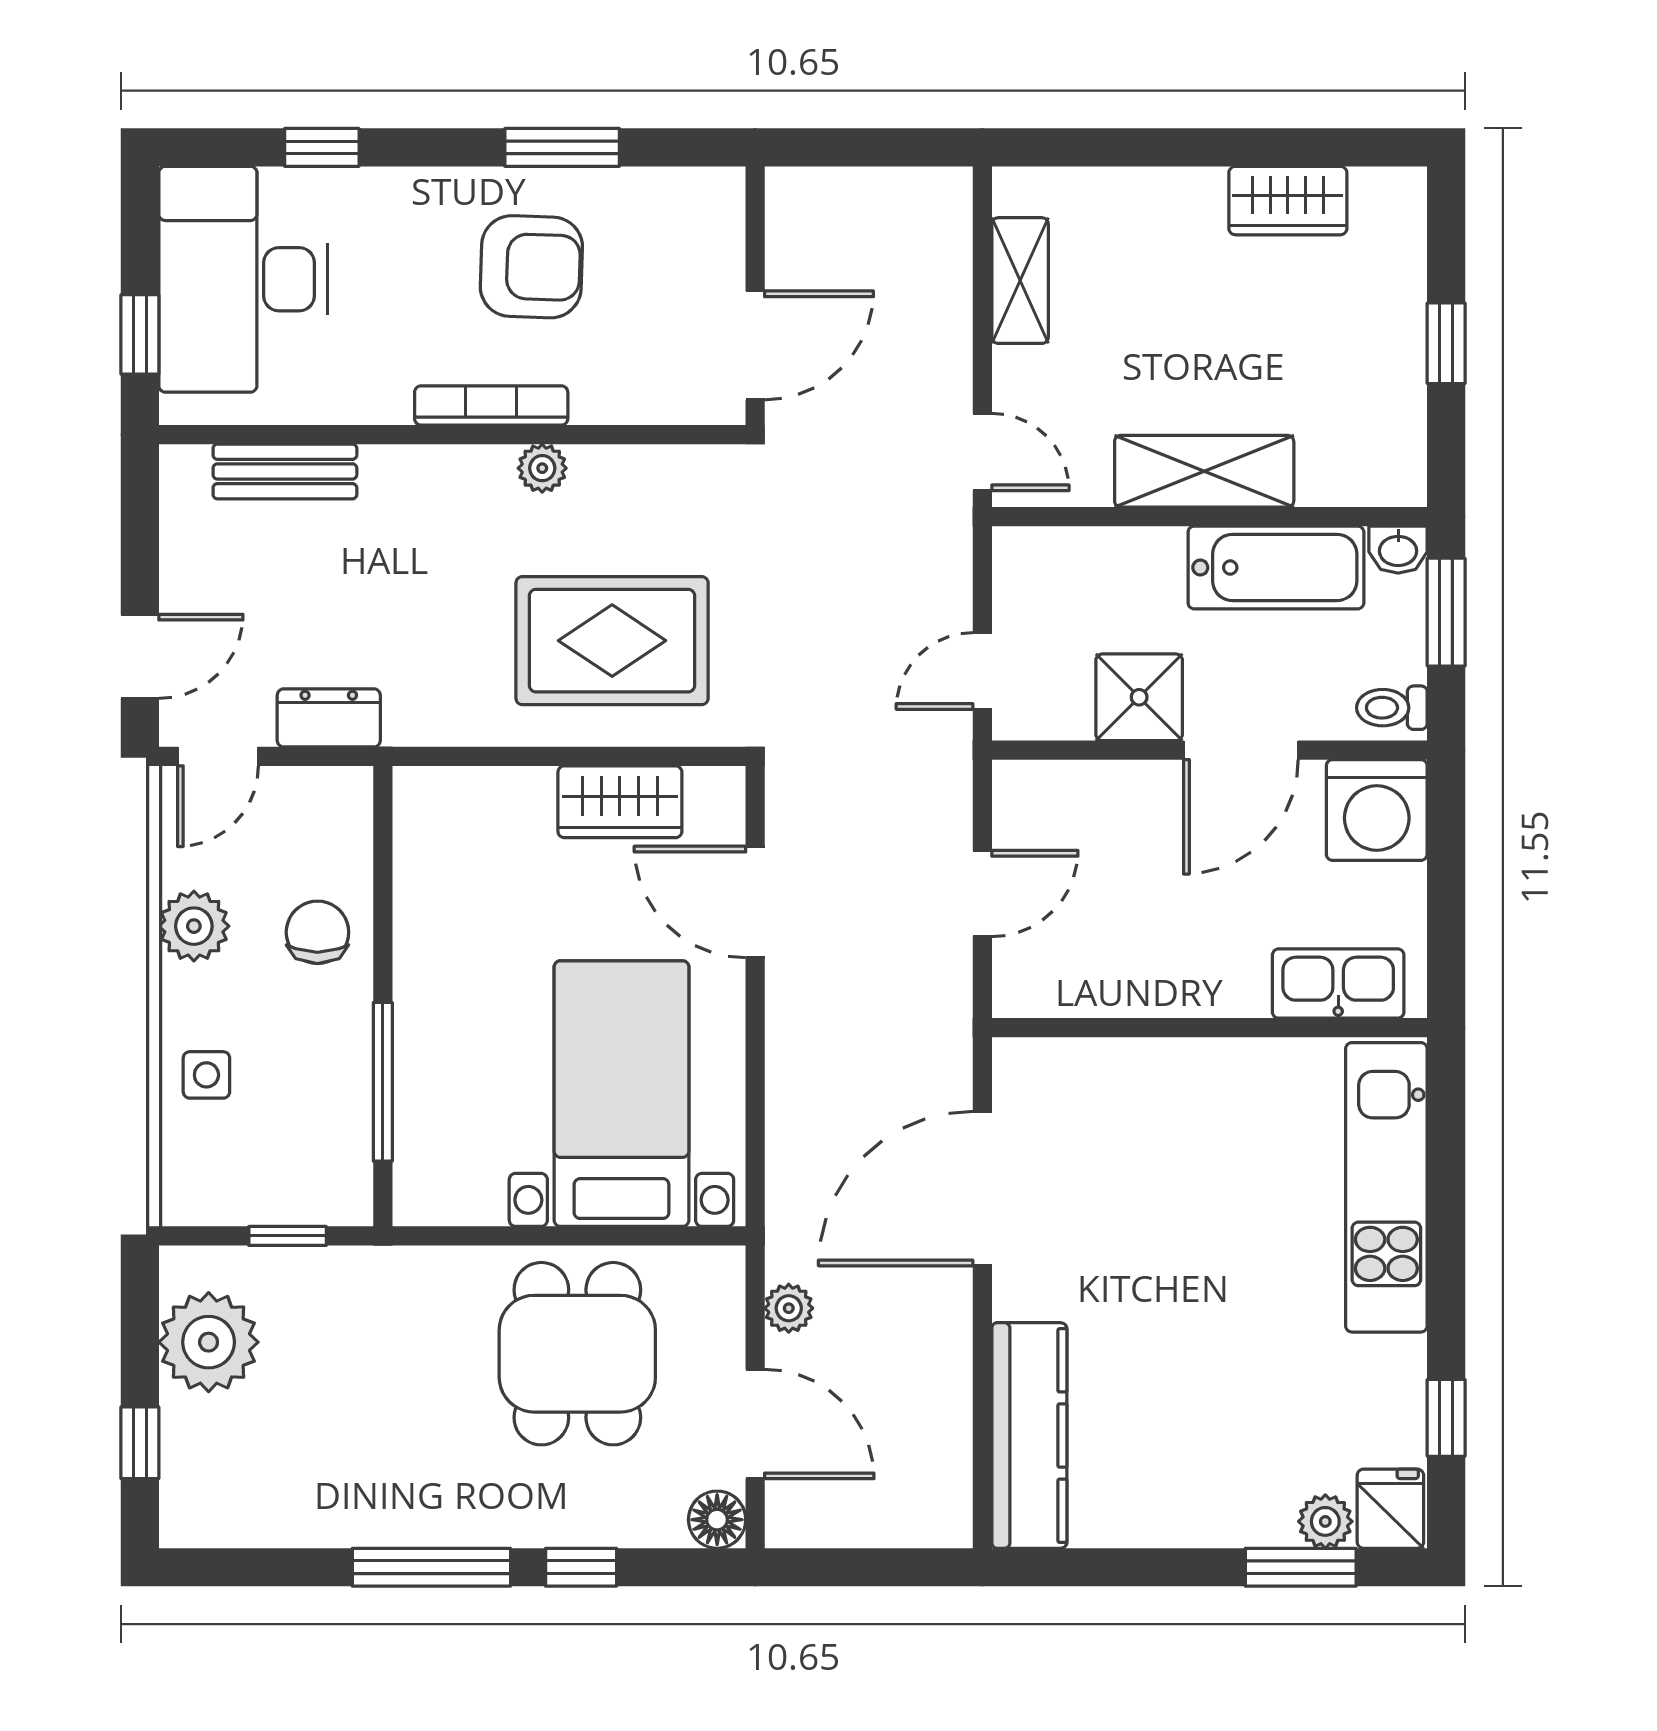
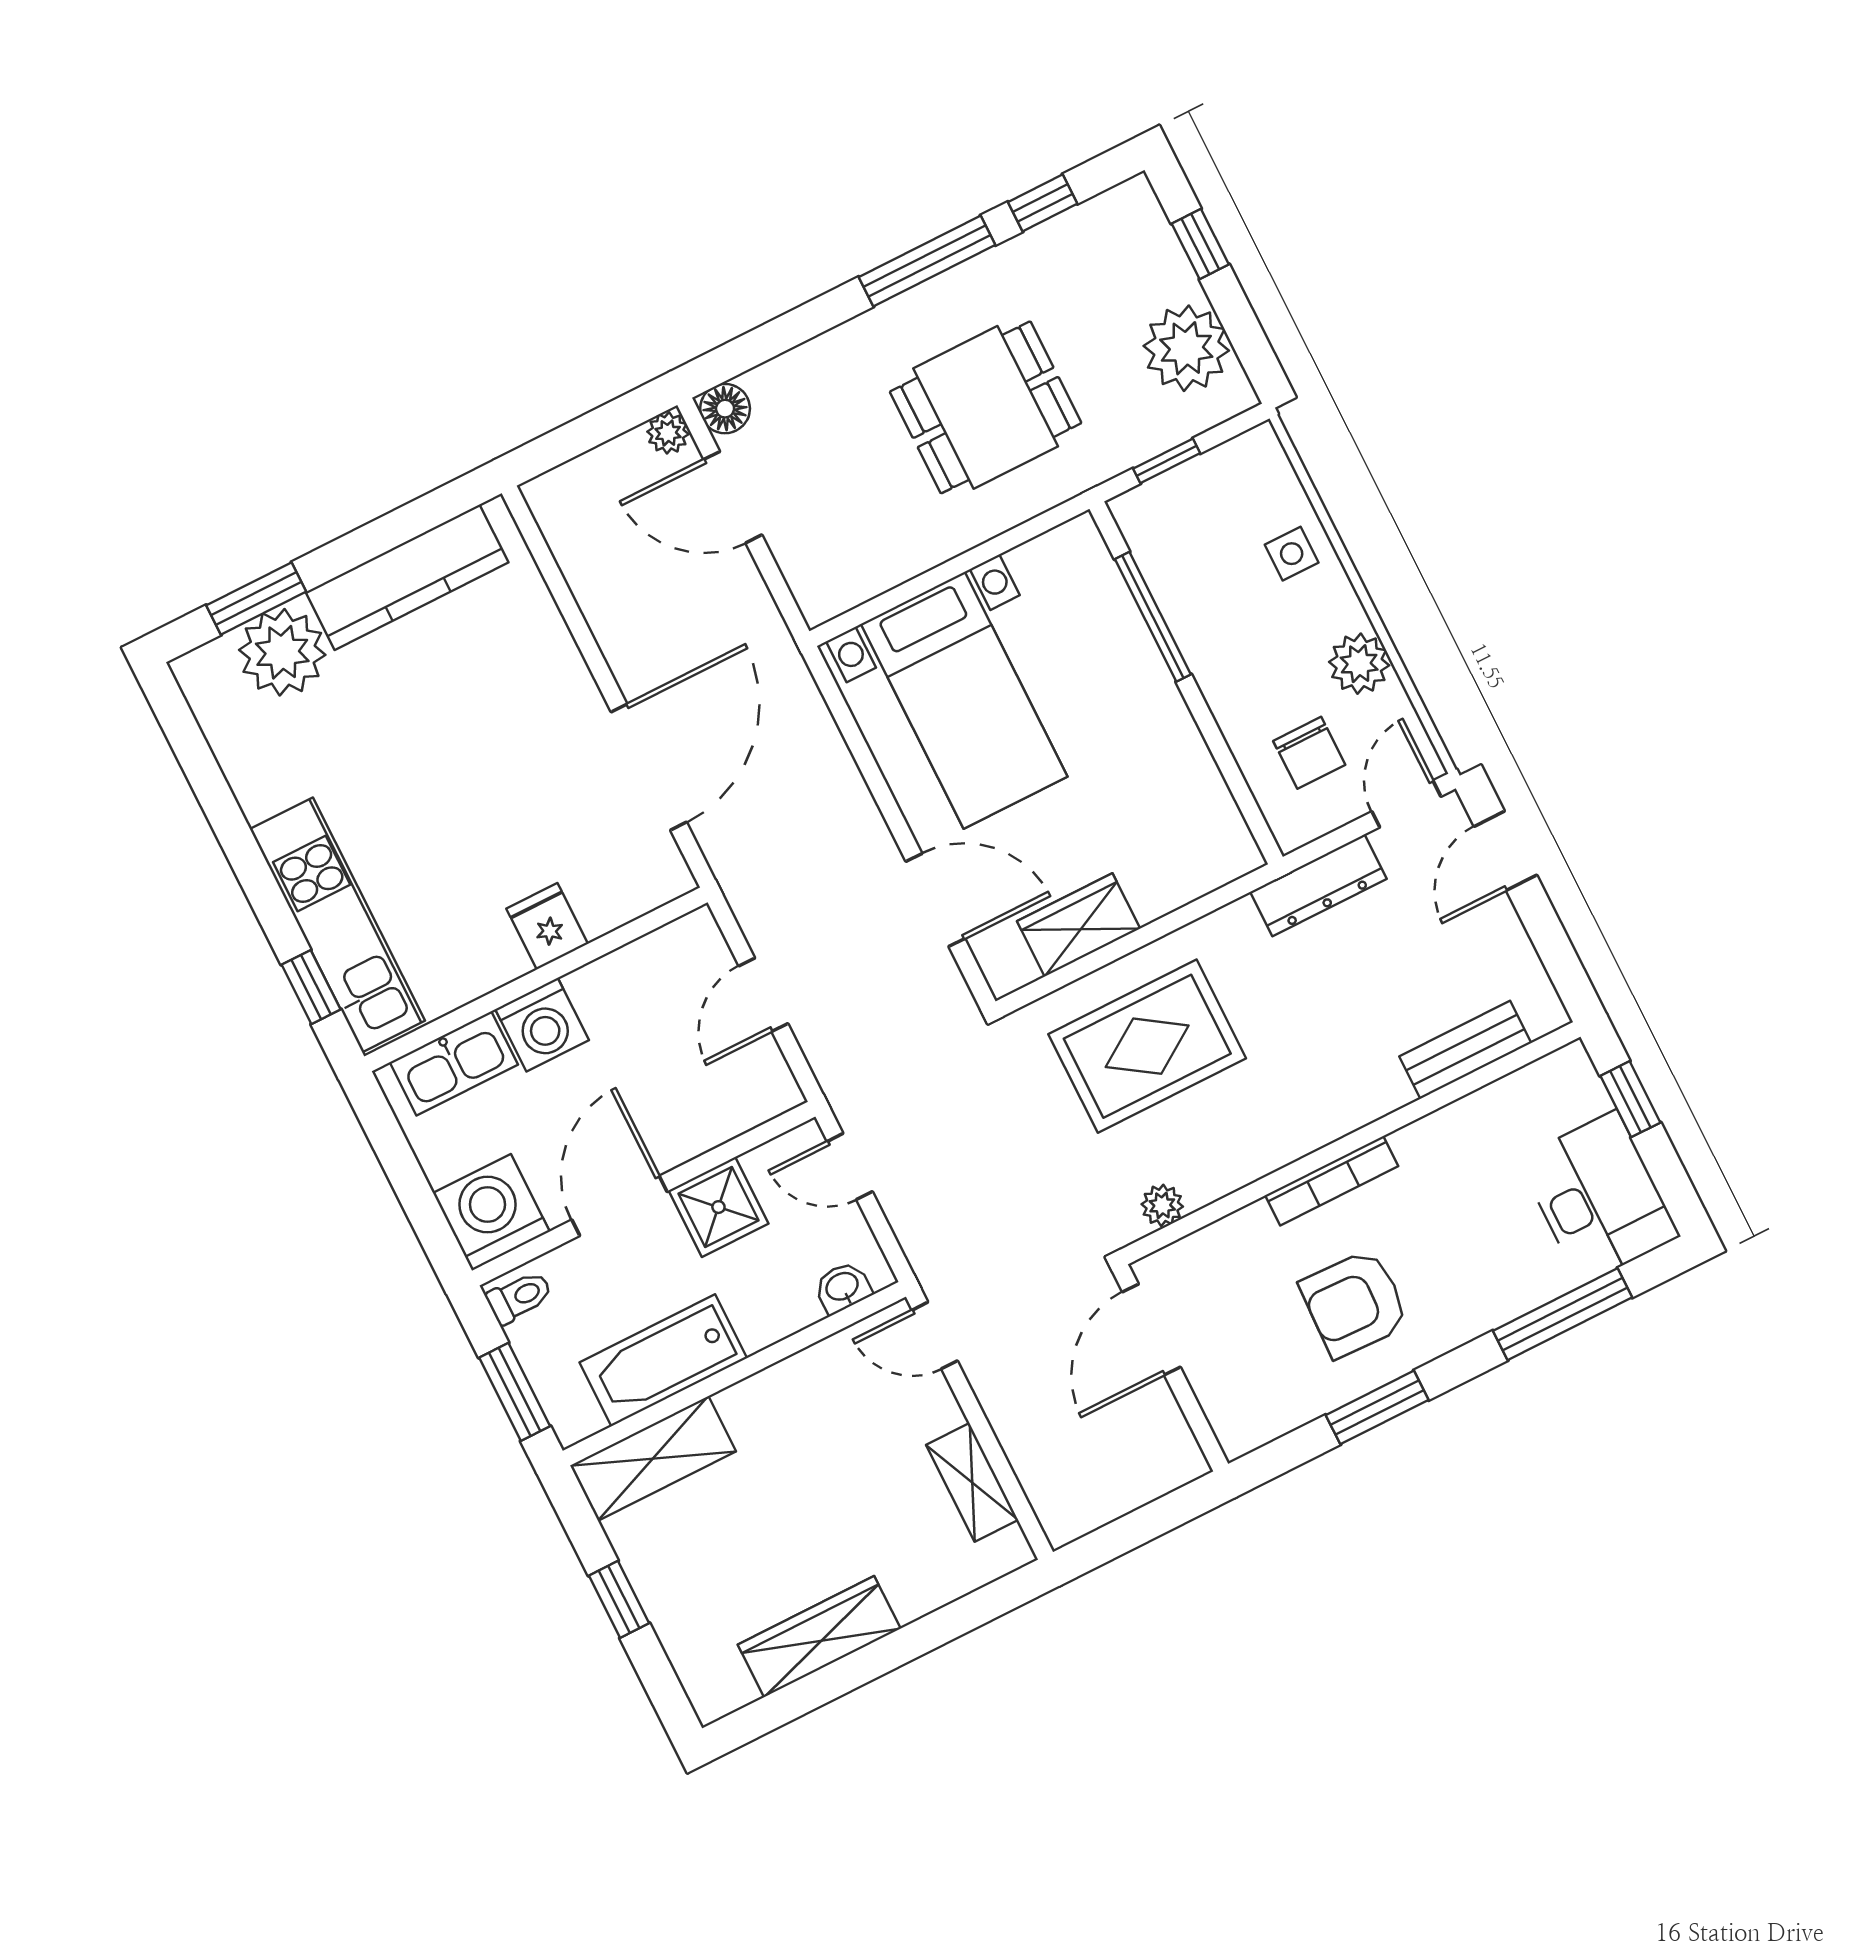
window: (322, 147) -> (1563, 1314), width x2.17
wardrobe: (1288, 201) -> (819, 1637), width x1.50
desk: (243, 279) -> (1599, 1198), width x0.73, depth x0.77
plant: (542, 468) -> (1162, 1205), moved
shelving: (1204, 471) -> (653, 1458), moved
washbasin: (1398, 550) -> (843, 1287), moved
door: (982, 671) -> (850, 1166), swing flipped
dresser: (329, 718) -> (1318, 885), width x1.44
chair: (317, 932) -> (1309, 753), moved
washing machine: (1227, 978) -> (542, 1025), added
plant: (789, 1308) -> (668, 433), moved
dining table: (577, 1354) -> (986, 407), moved, turned 90
window: (1446, 1418) -> (311, 987), moved
kitchen counter: (1029, 1436) -> (407, 577), moved, turned -90
fridge: (1390, 1509) -> (547, 926), moved, turned 180
plant: (1325, 1521) -> (282, 652), width x1.87, depth x1.87
window: (581, 1567) -> (1043, 203), moved

